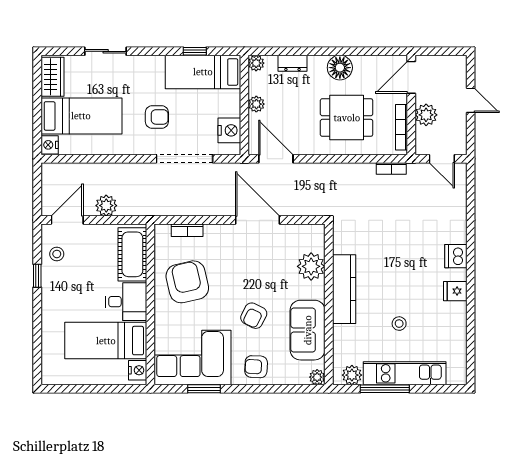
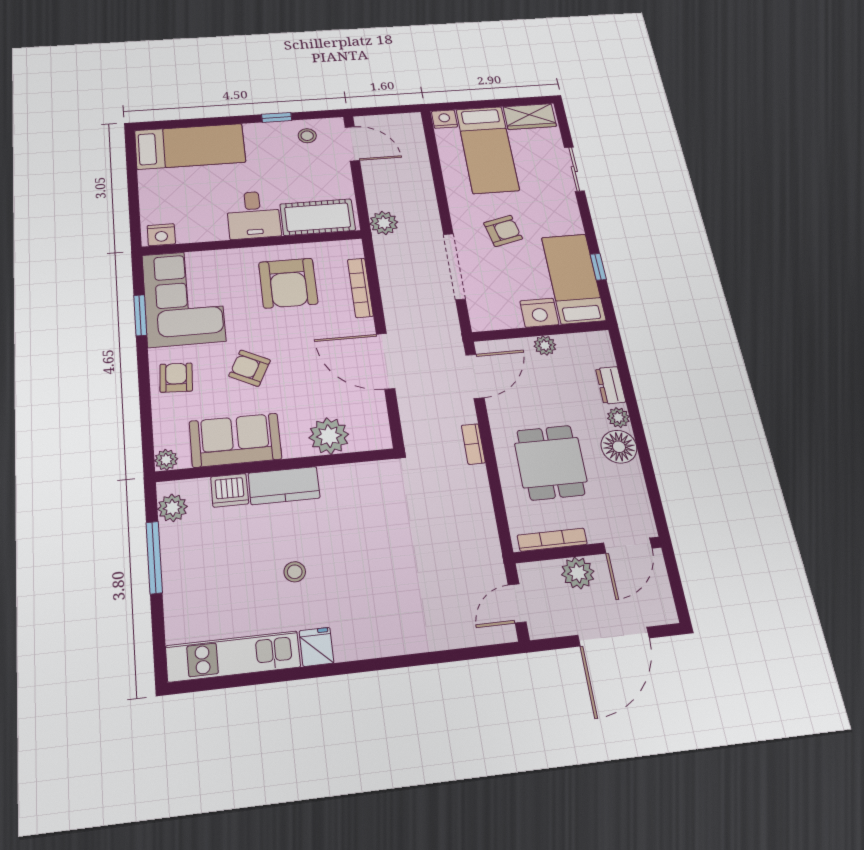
plant: (256, 63) -> (618, 417), moved
door: (411, 77) -> (628, 546), swing flipped
door: (471, 100) -> (614, 637), width x1.88
armchair: (157, 117) -> (503, 231), turned -103
nightstand: (229, 130) -> (539, 313), moved
bookcase: (391, 168) -> (473, 444), moved
plant: (106, 206) -> (384, 223), moved
door: (258, 220) -> (385, 361), swing flipped
bookcase: (187, 230) -> (360, 288), width x1.56
dishwasher: (456, 256) -> (230, 490), moved, turned 180
armchair: (187, 282) -> (288, 283), turned 103
kitchen counter: (344, 289) -> (284, 486), width x0.67
stool: (399, 324) -> (295, 572), moved
bed: (106, 341) -> (190, 146), moved, turned 90
kitchen unit: (405, 373) -> (233, 656), moved, turned -90

